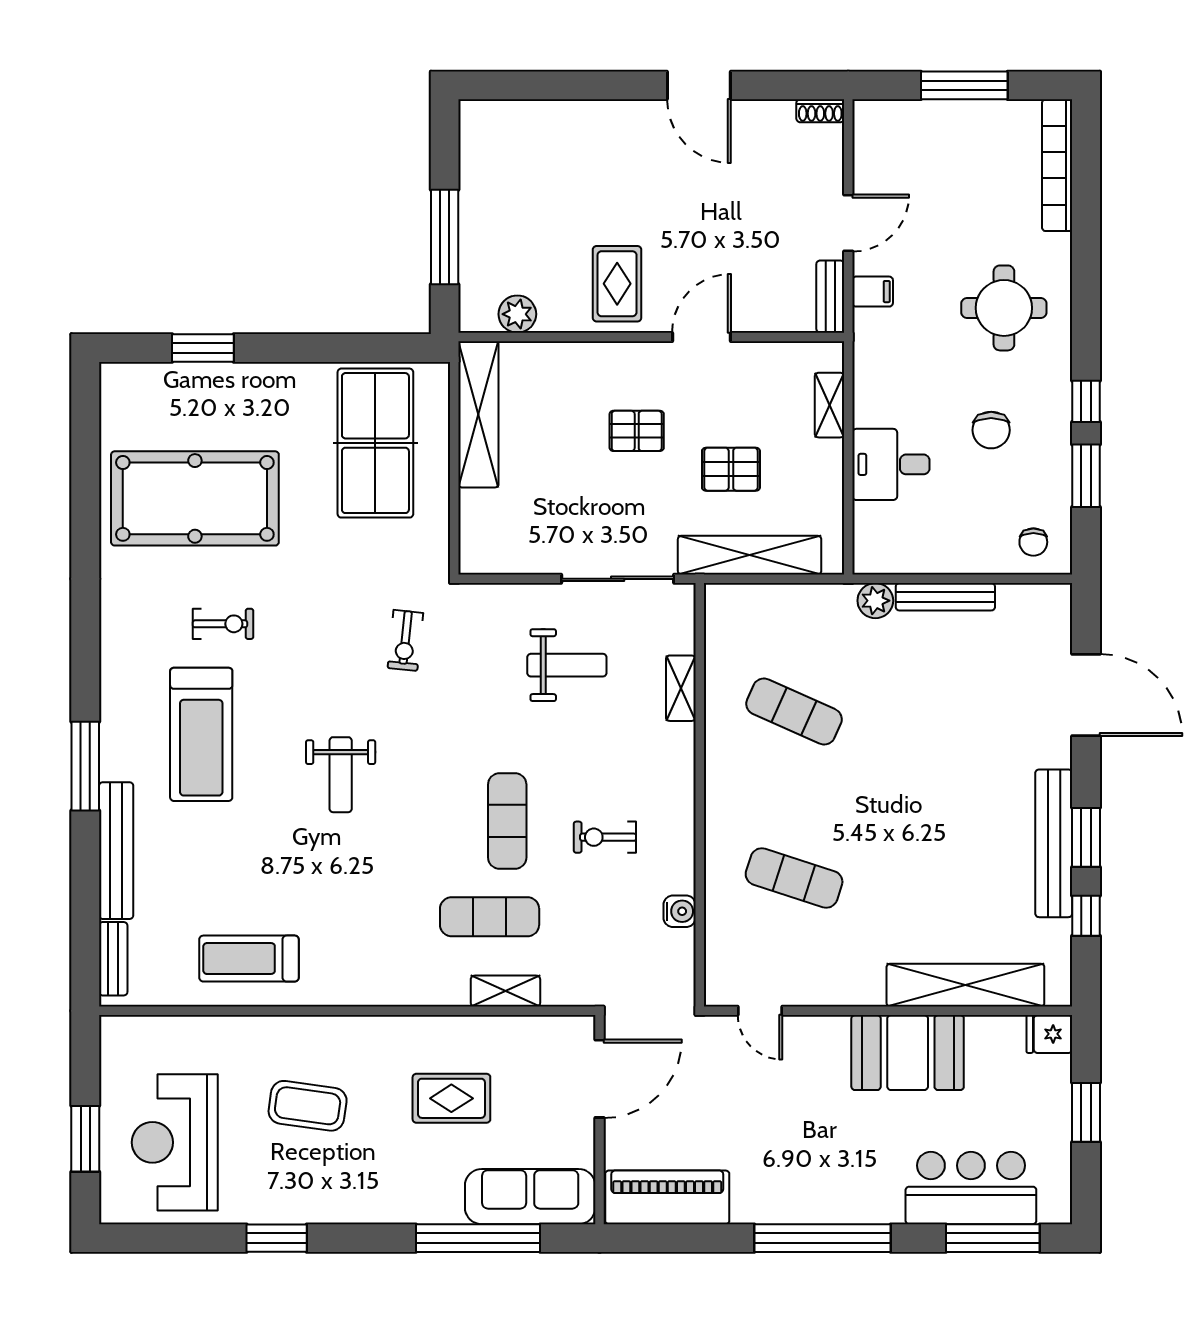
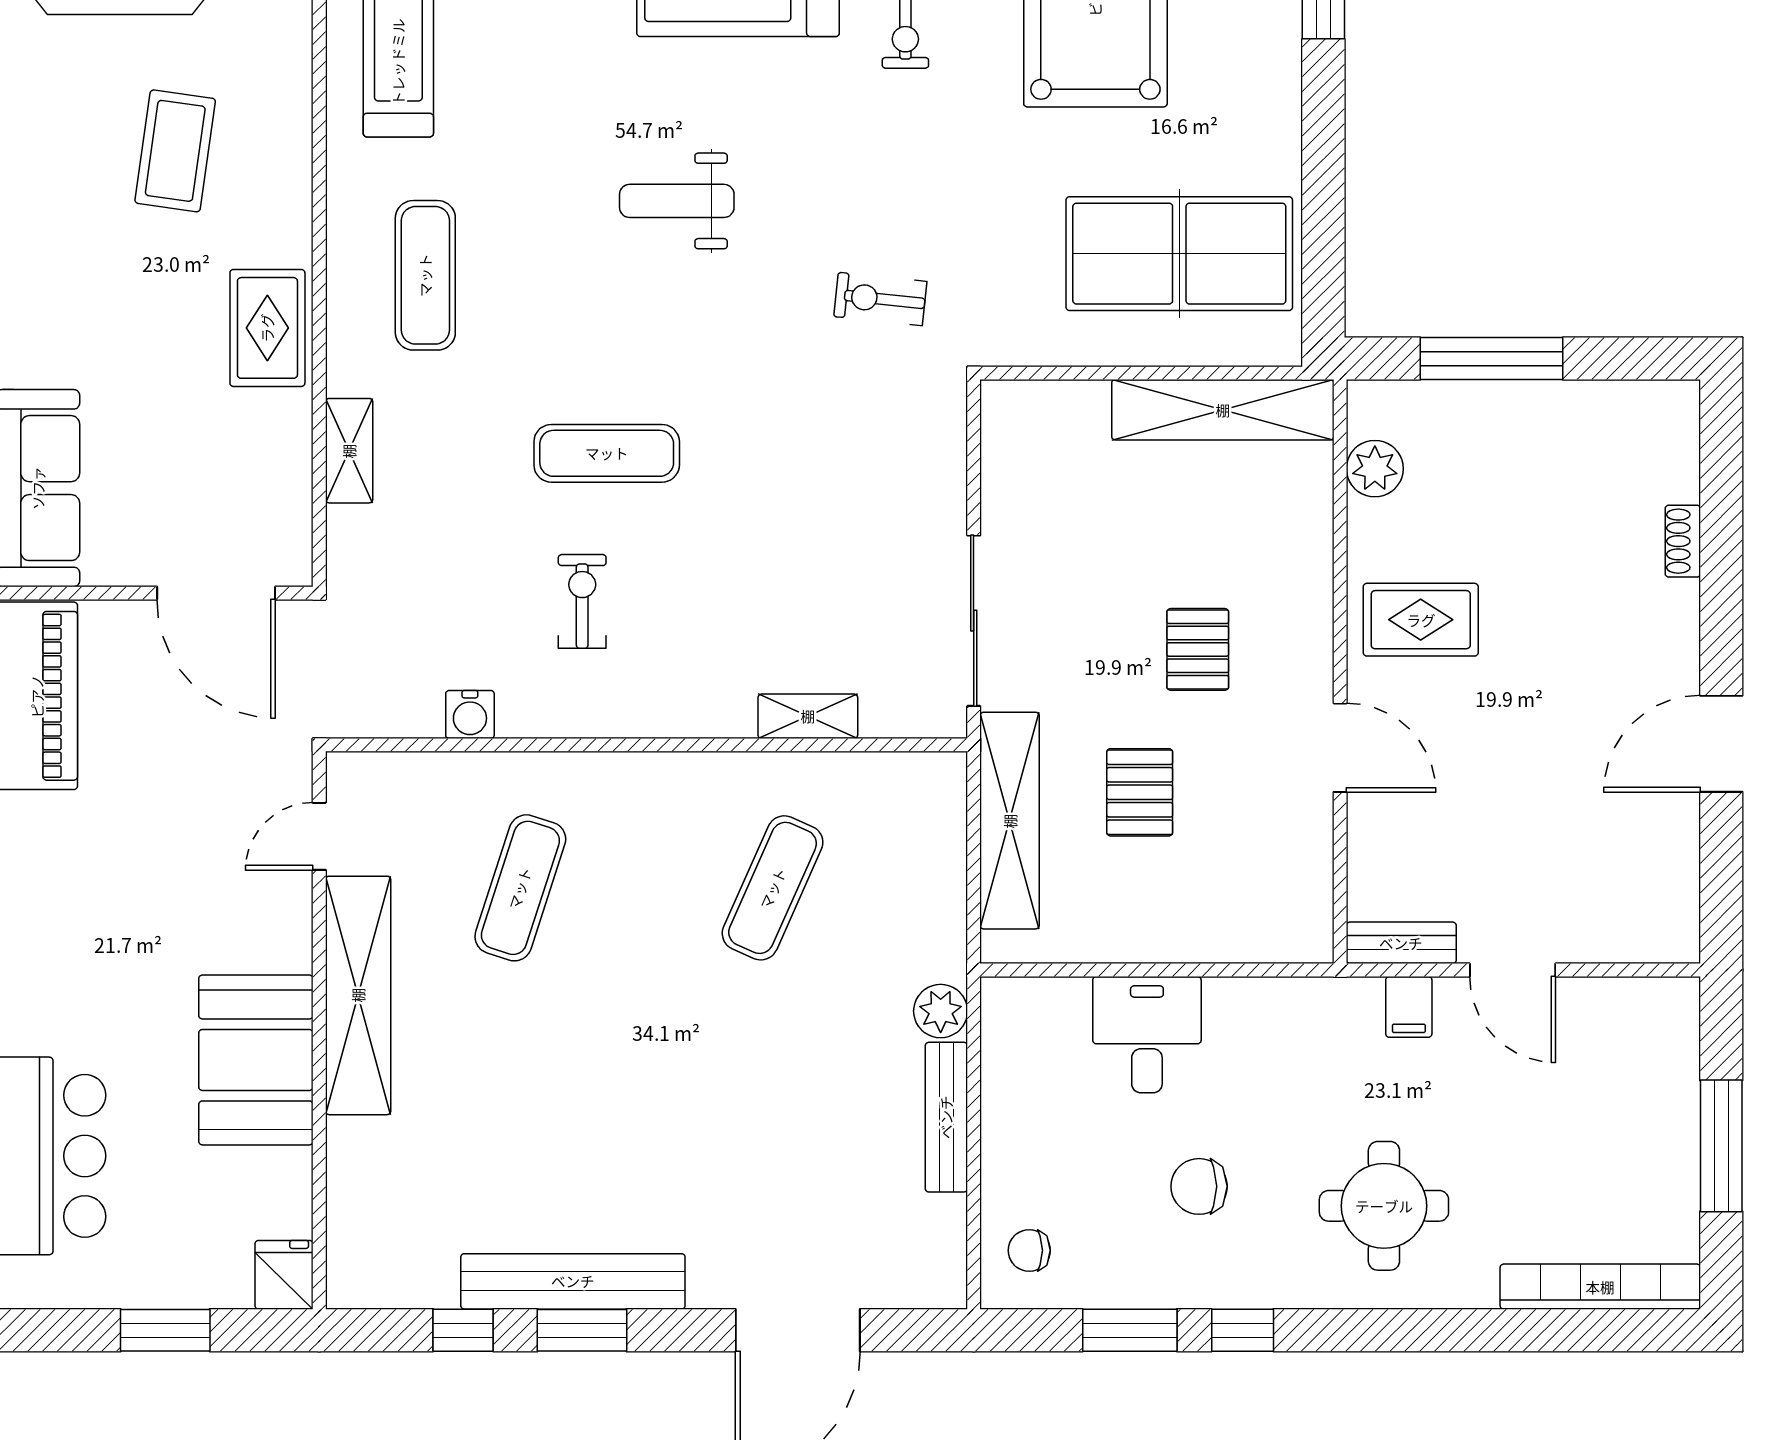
shoe rack: (820, 111) -> (1683, 541), moved
shelving: (830, 405) -> (1237, 942), removed
weight bench: (567, 665) -> (843, 544), removed
exercise mat: (490, 917) -> (425, 275), moved
shelving: (965, 985) -> (358, 995), moved
rug: (451, 1098) -> (267, 328), moved

